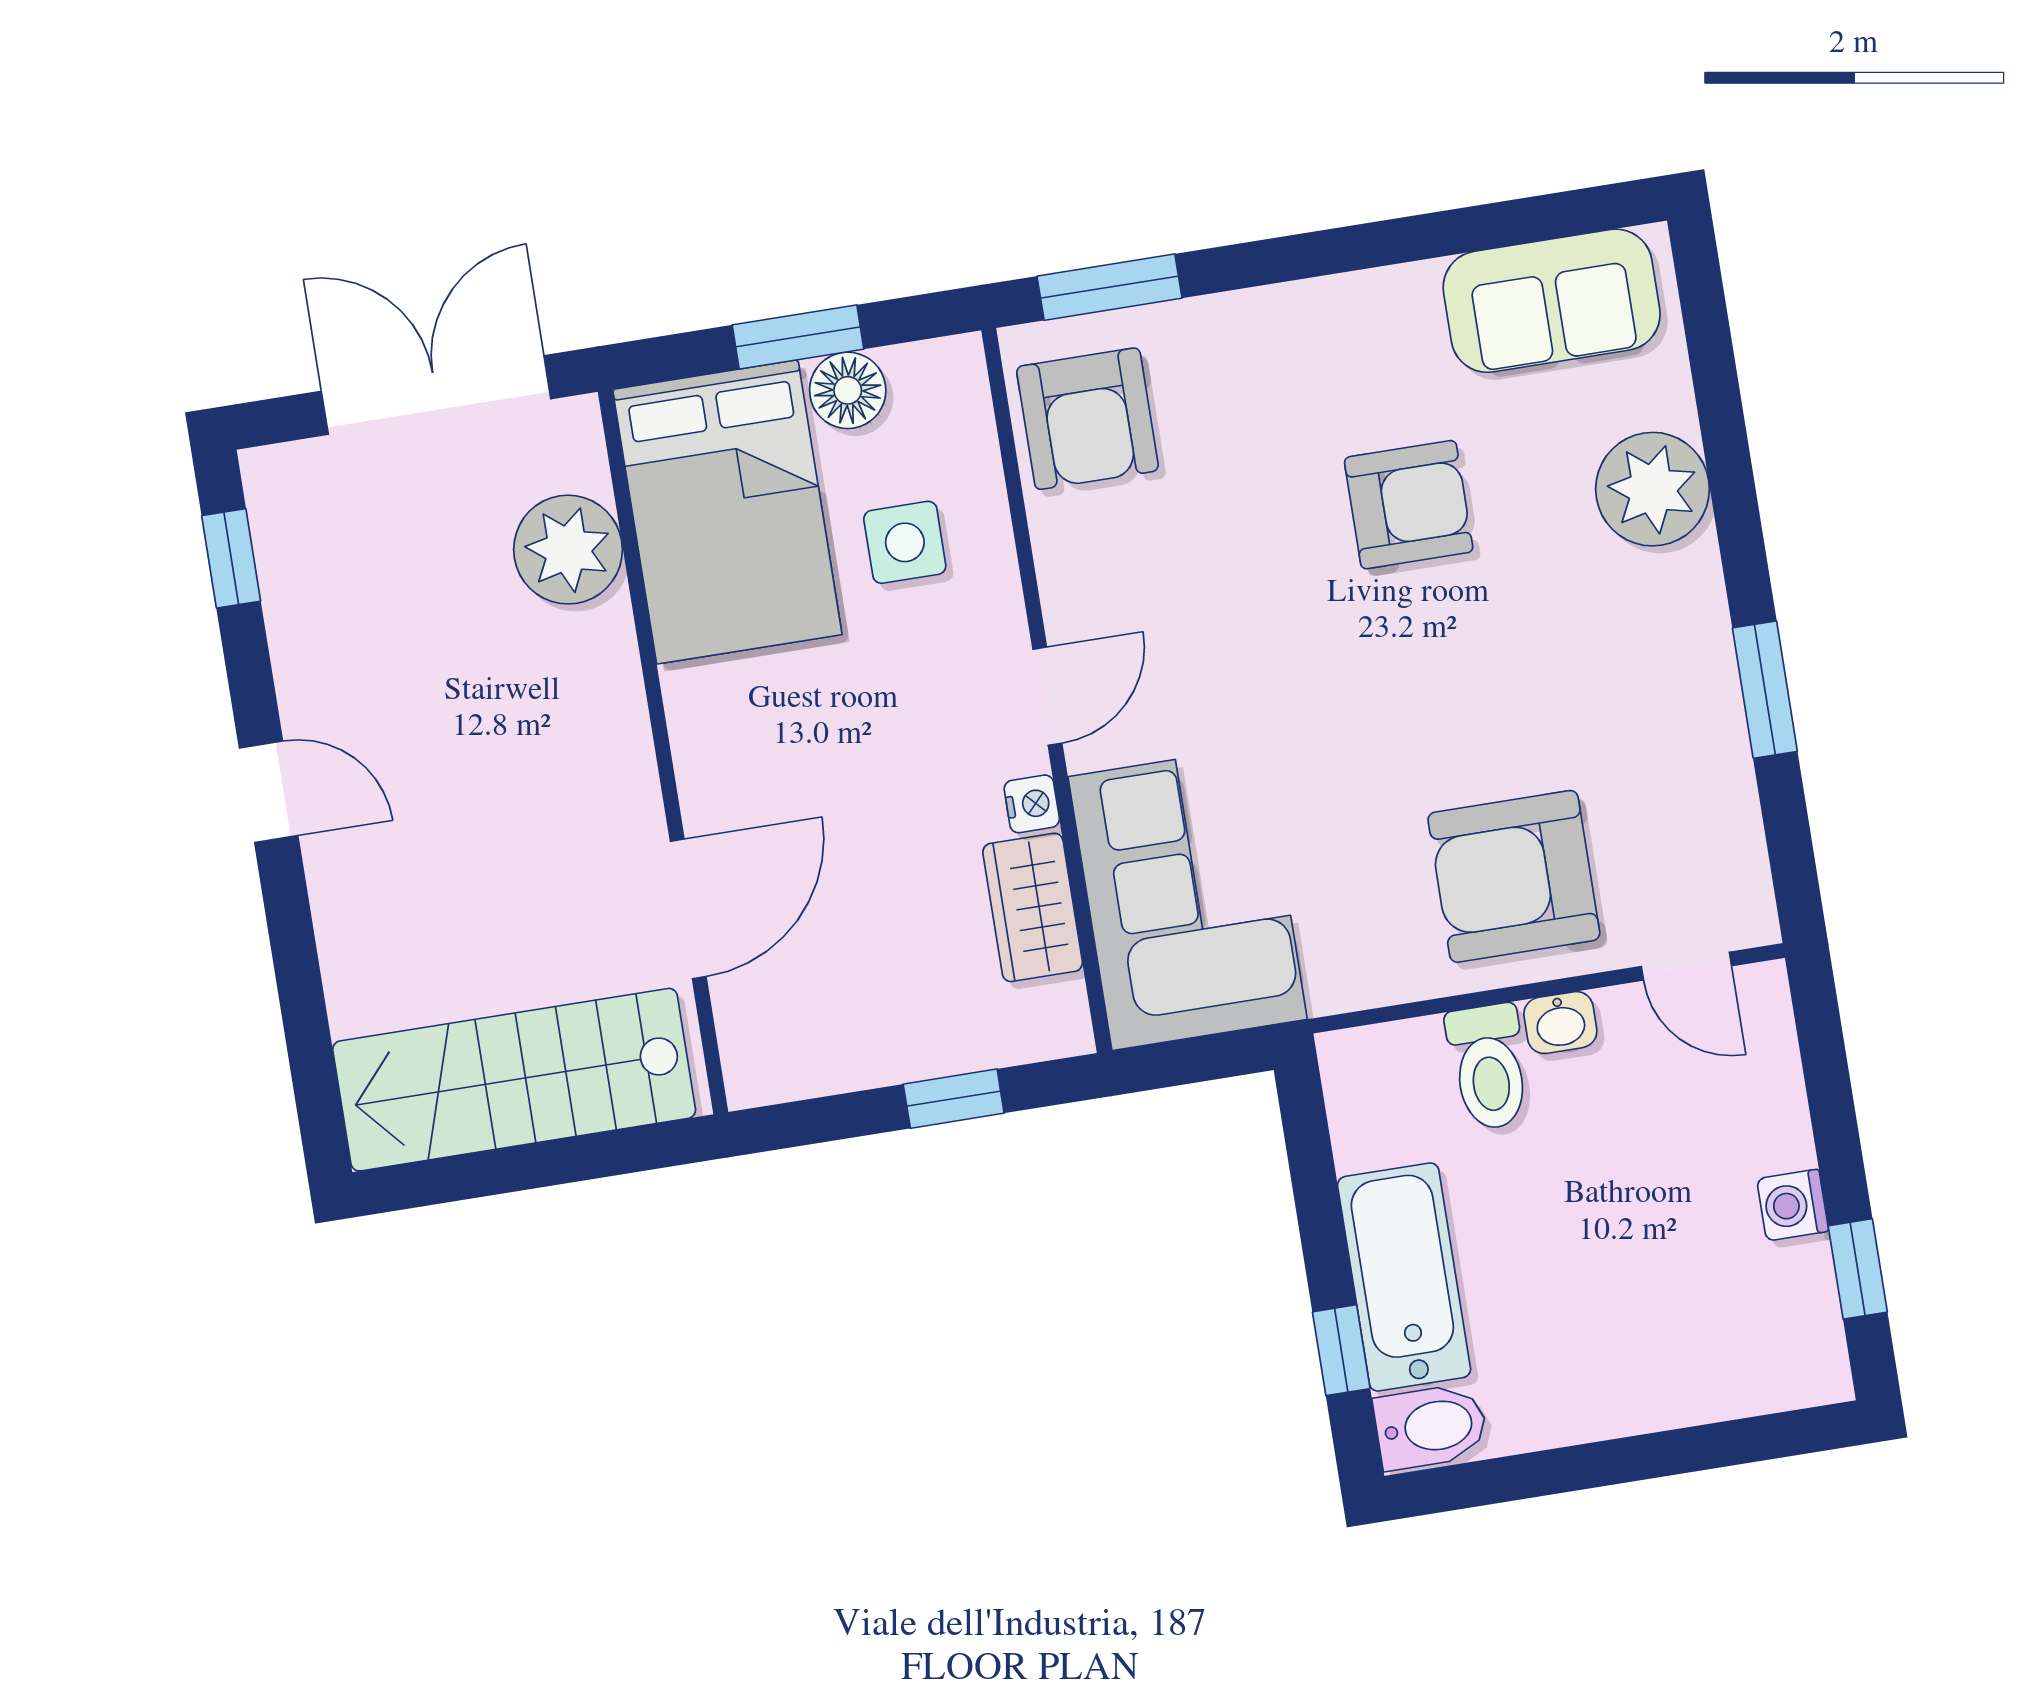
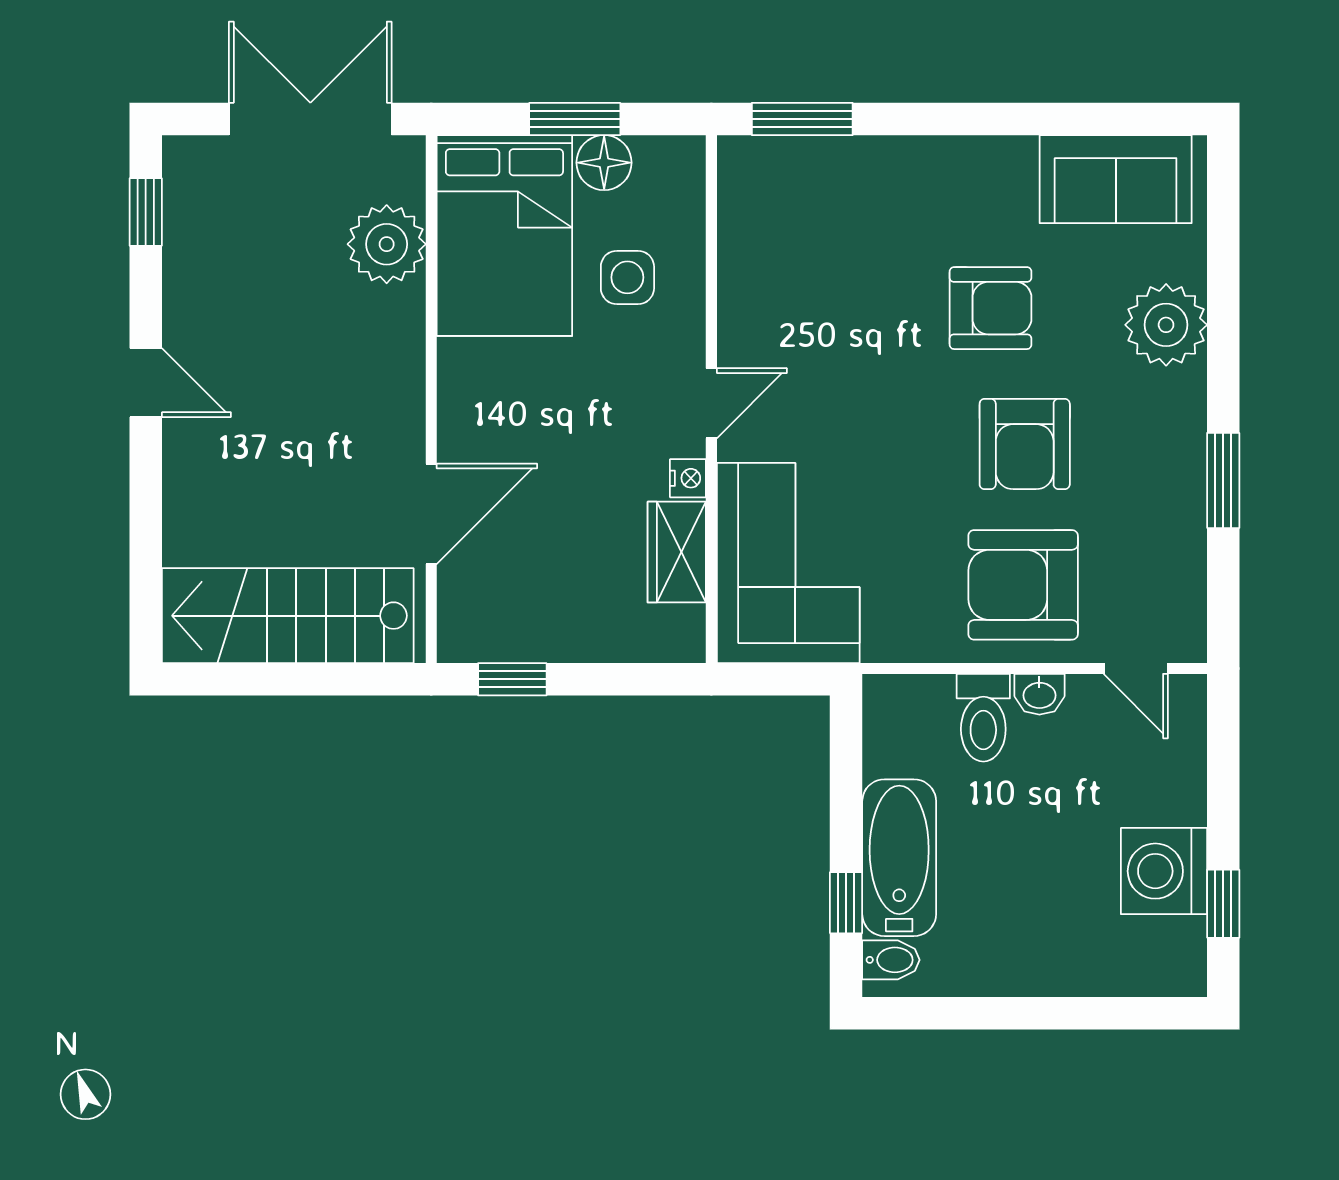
armchair: (1087, 419) -> (1025, 444), moved
window: (954, 1099) -> (512, 679), moved
washing machine: (1793, 1205) -> (1164, 871), width x1.89, depth x1.89
bidet: (1431, 1427) -> (891, 960), width x0.72, depth x0.74

